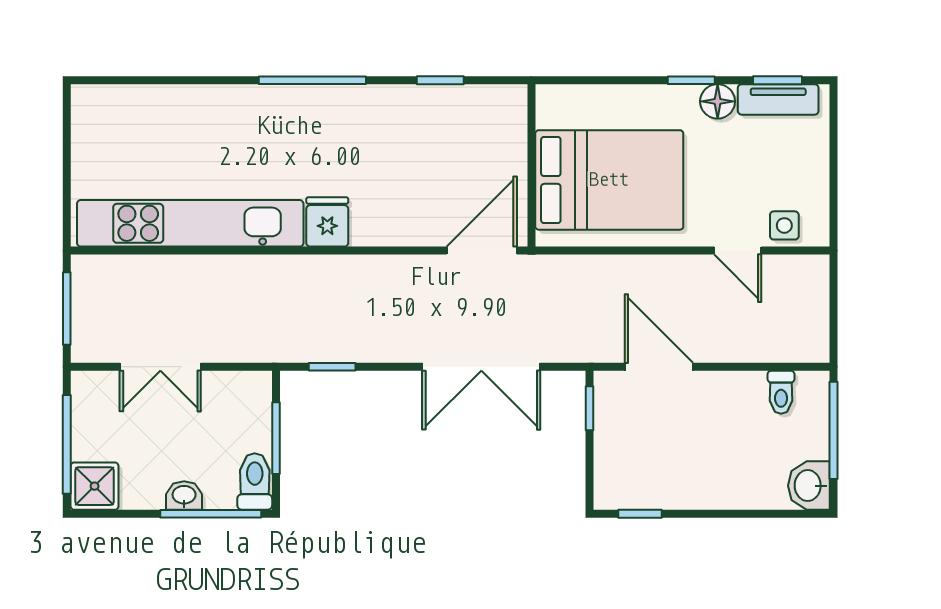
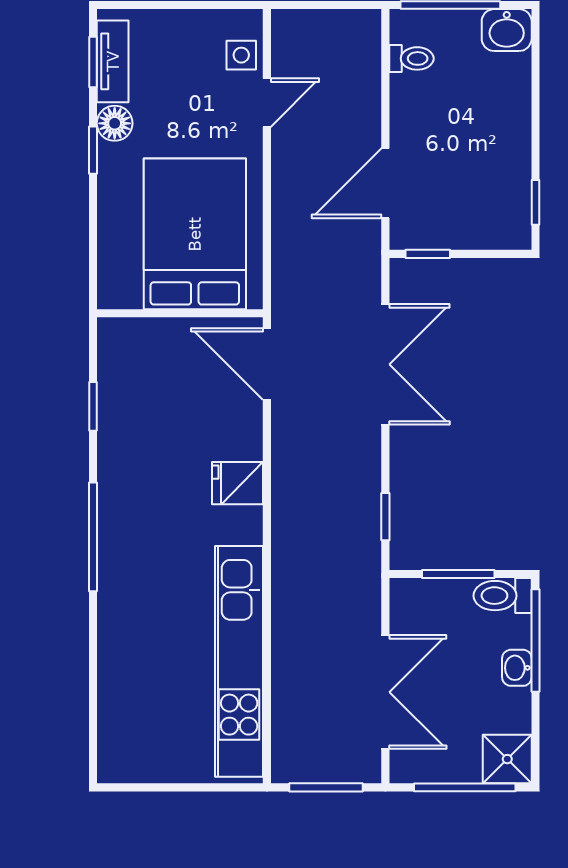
fridge: (327, 222) -> (238, 483), moved
double door: (160, 367) -> (385, 692), width x1.37

